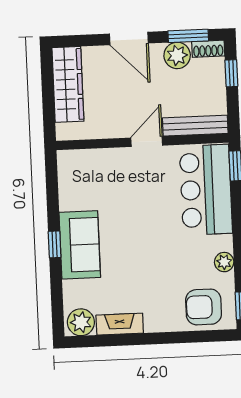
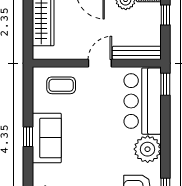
coffee table: (96, 173) -> (61, 85), added
plant: (224, 262) -> (148, 149), width x1.88, depth x1.88

